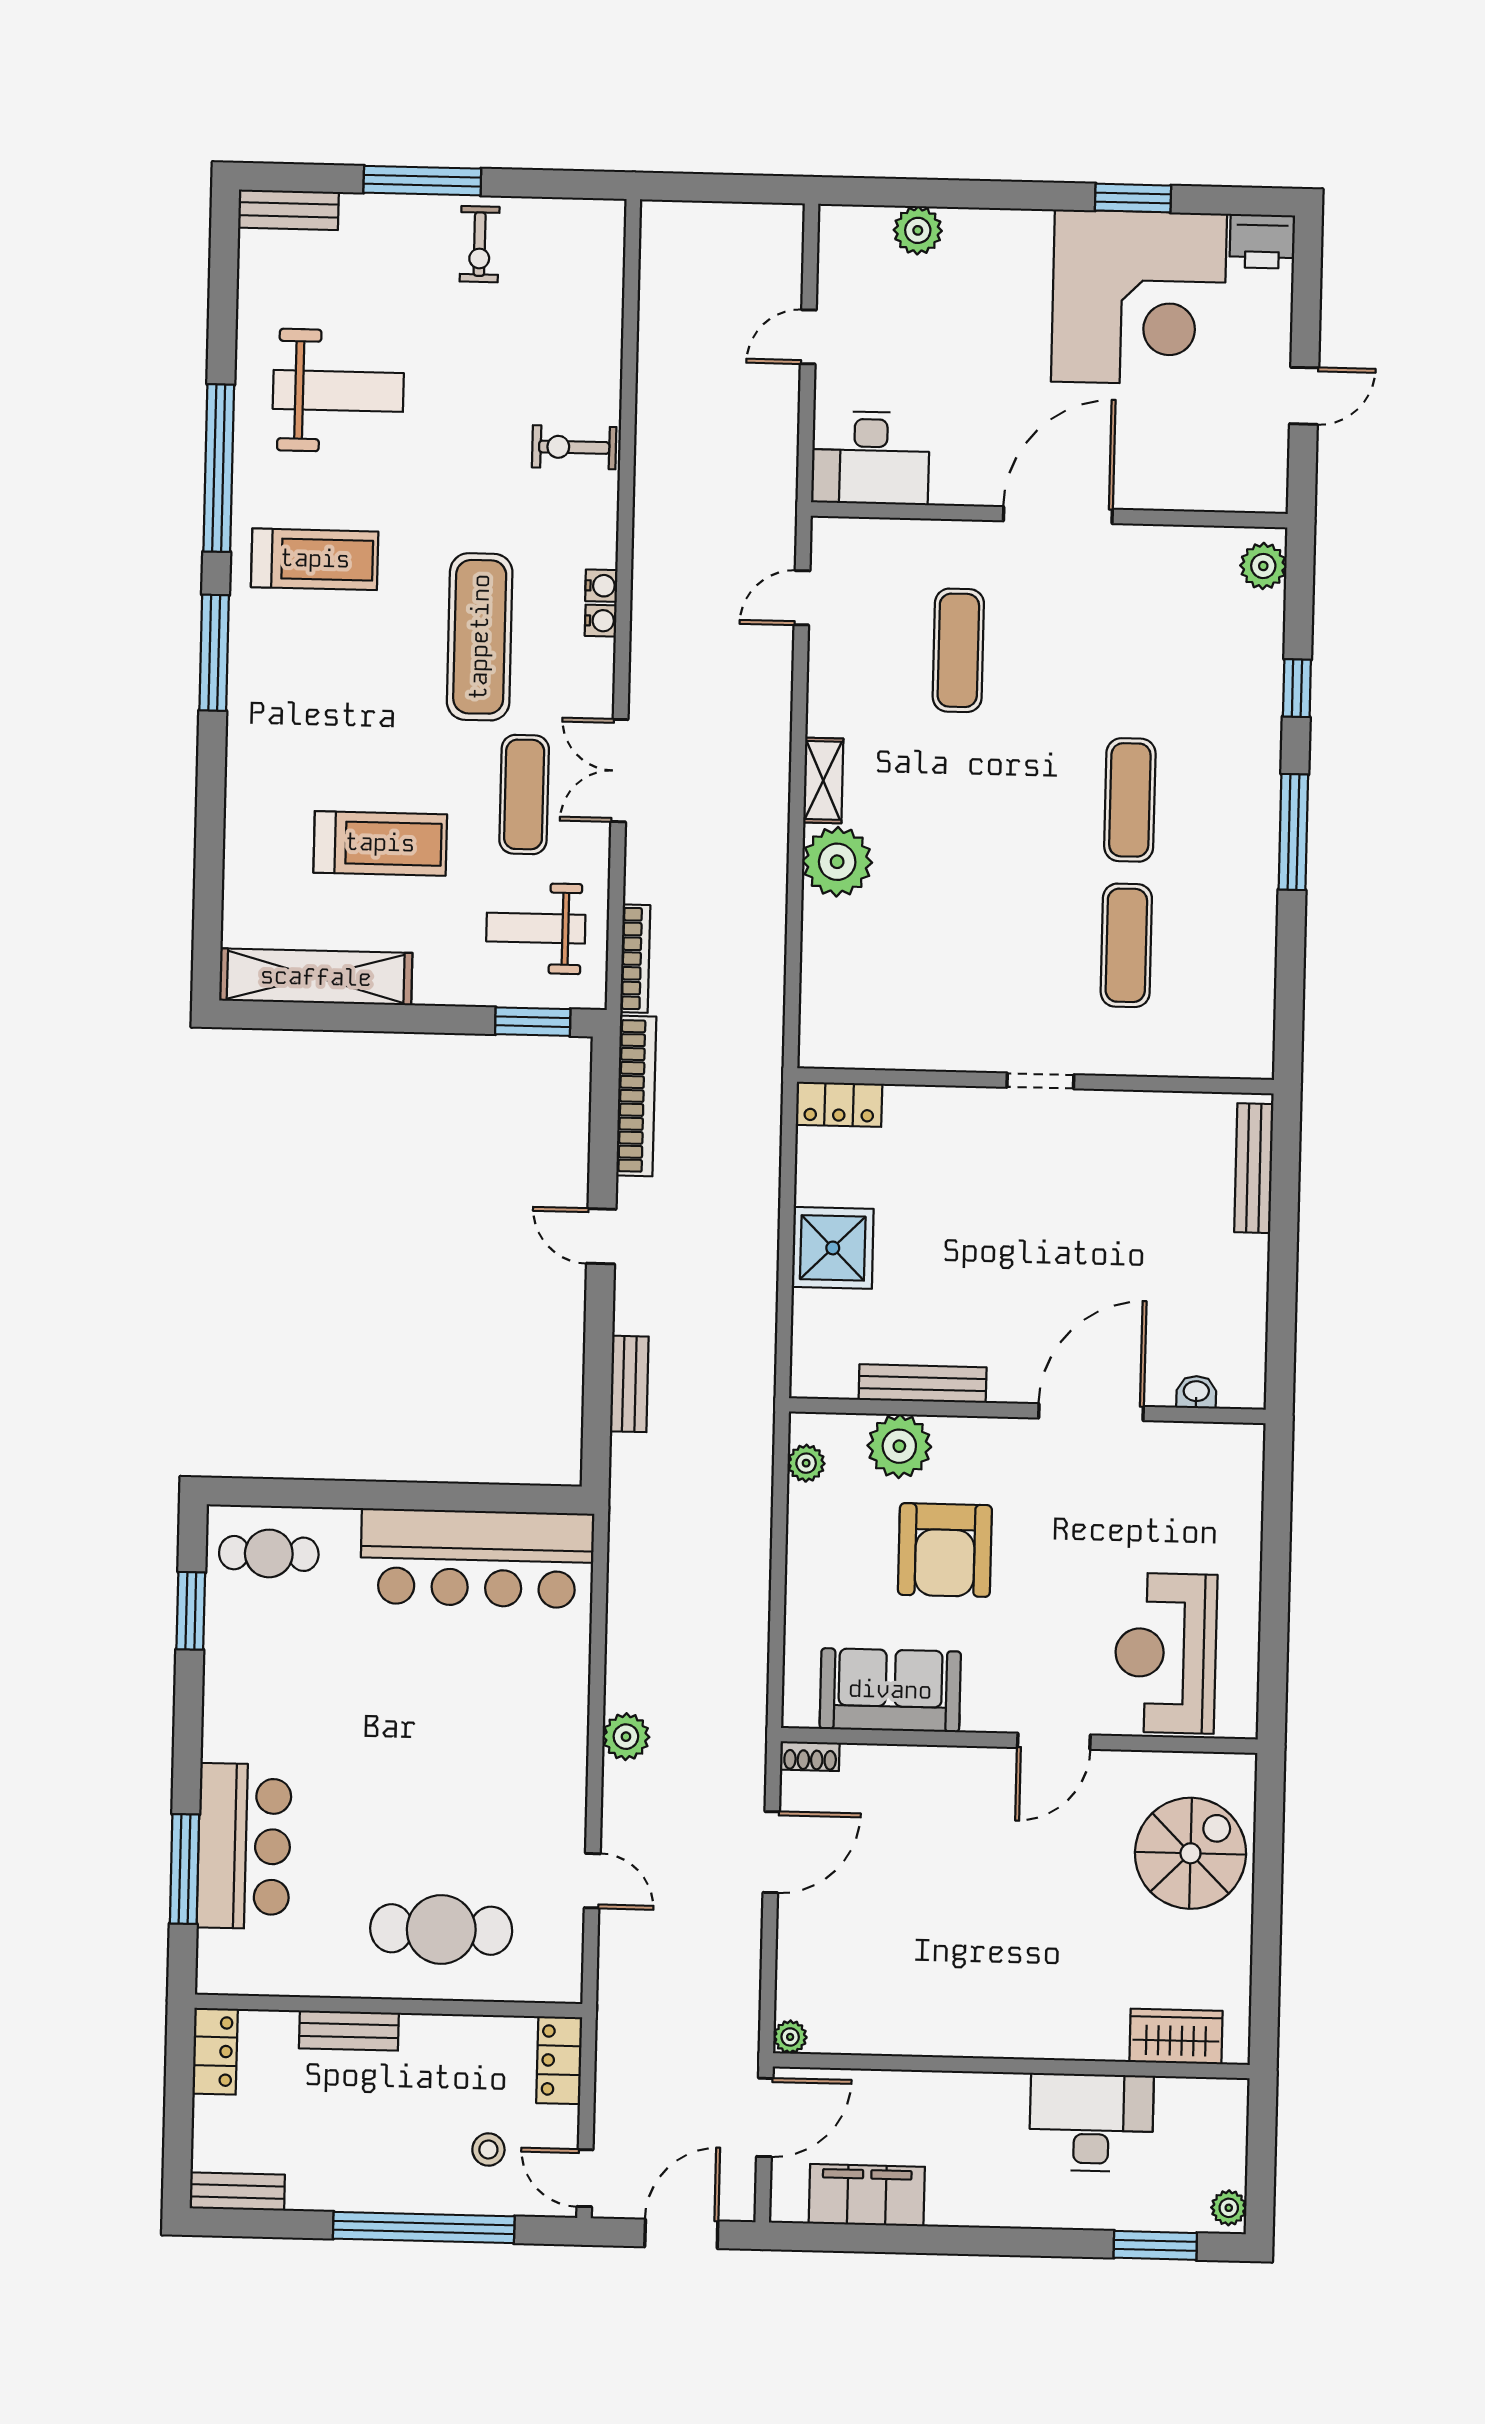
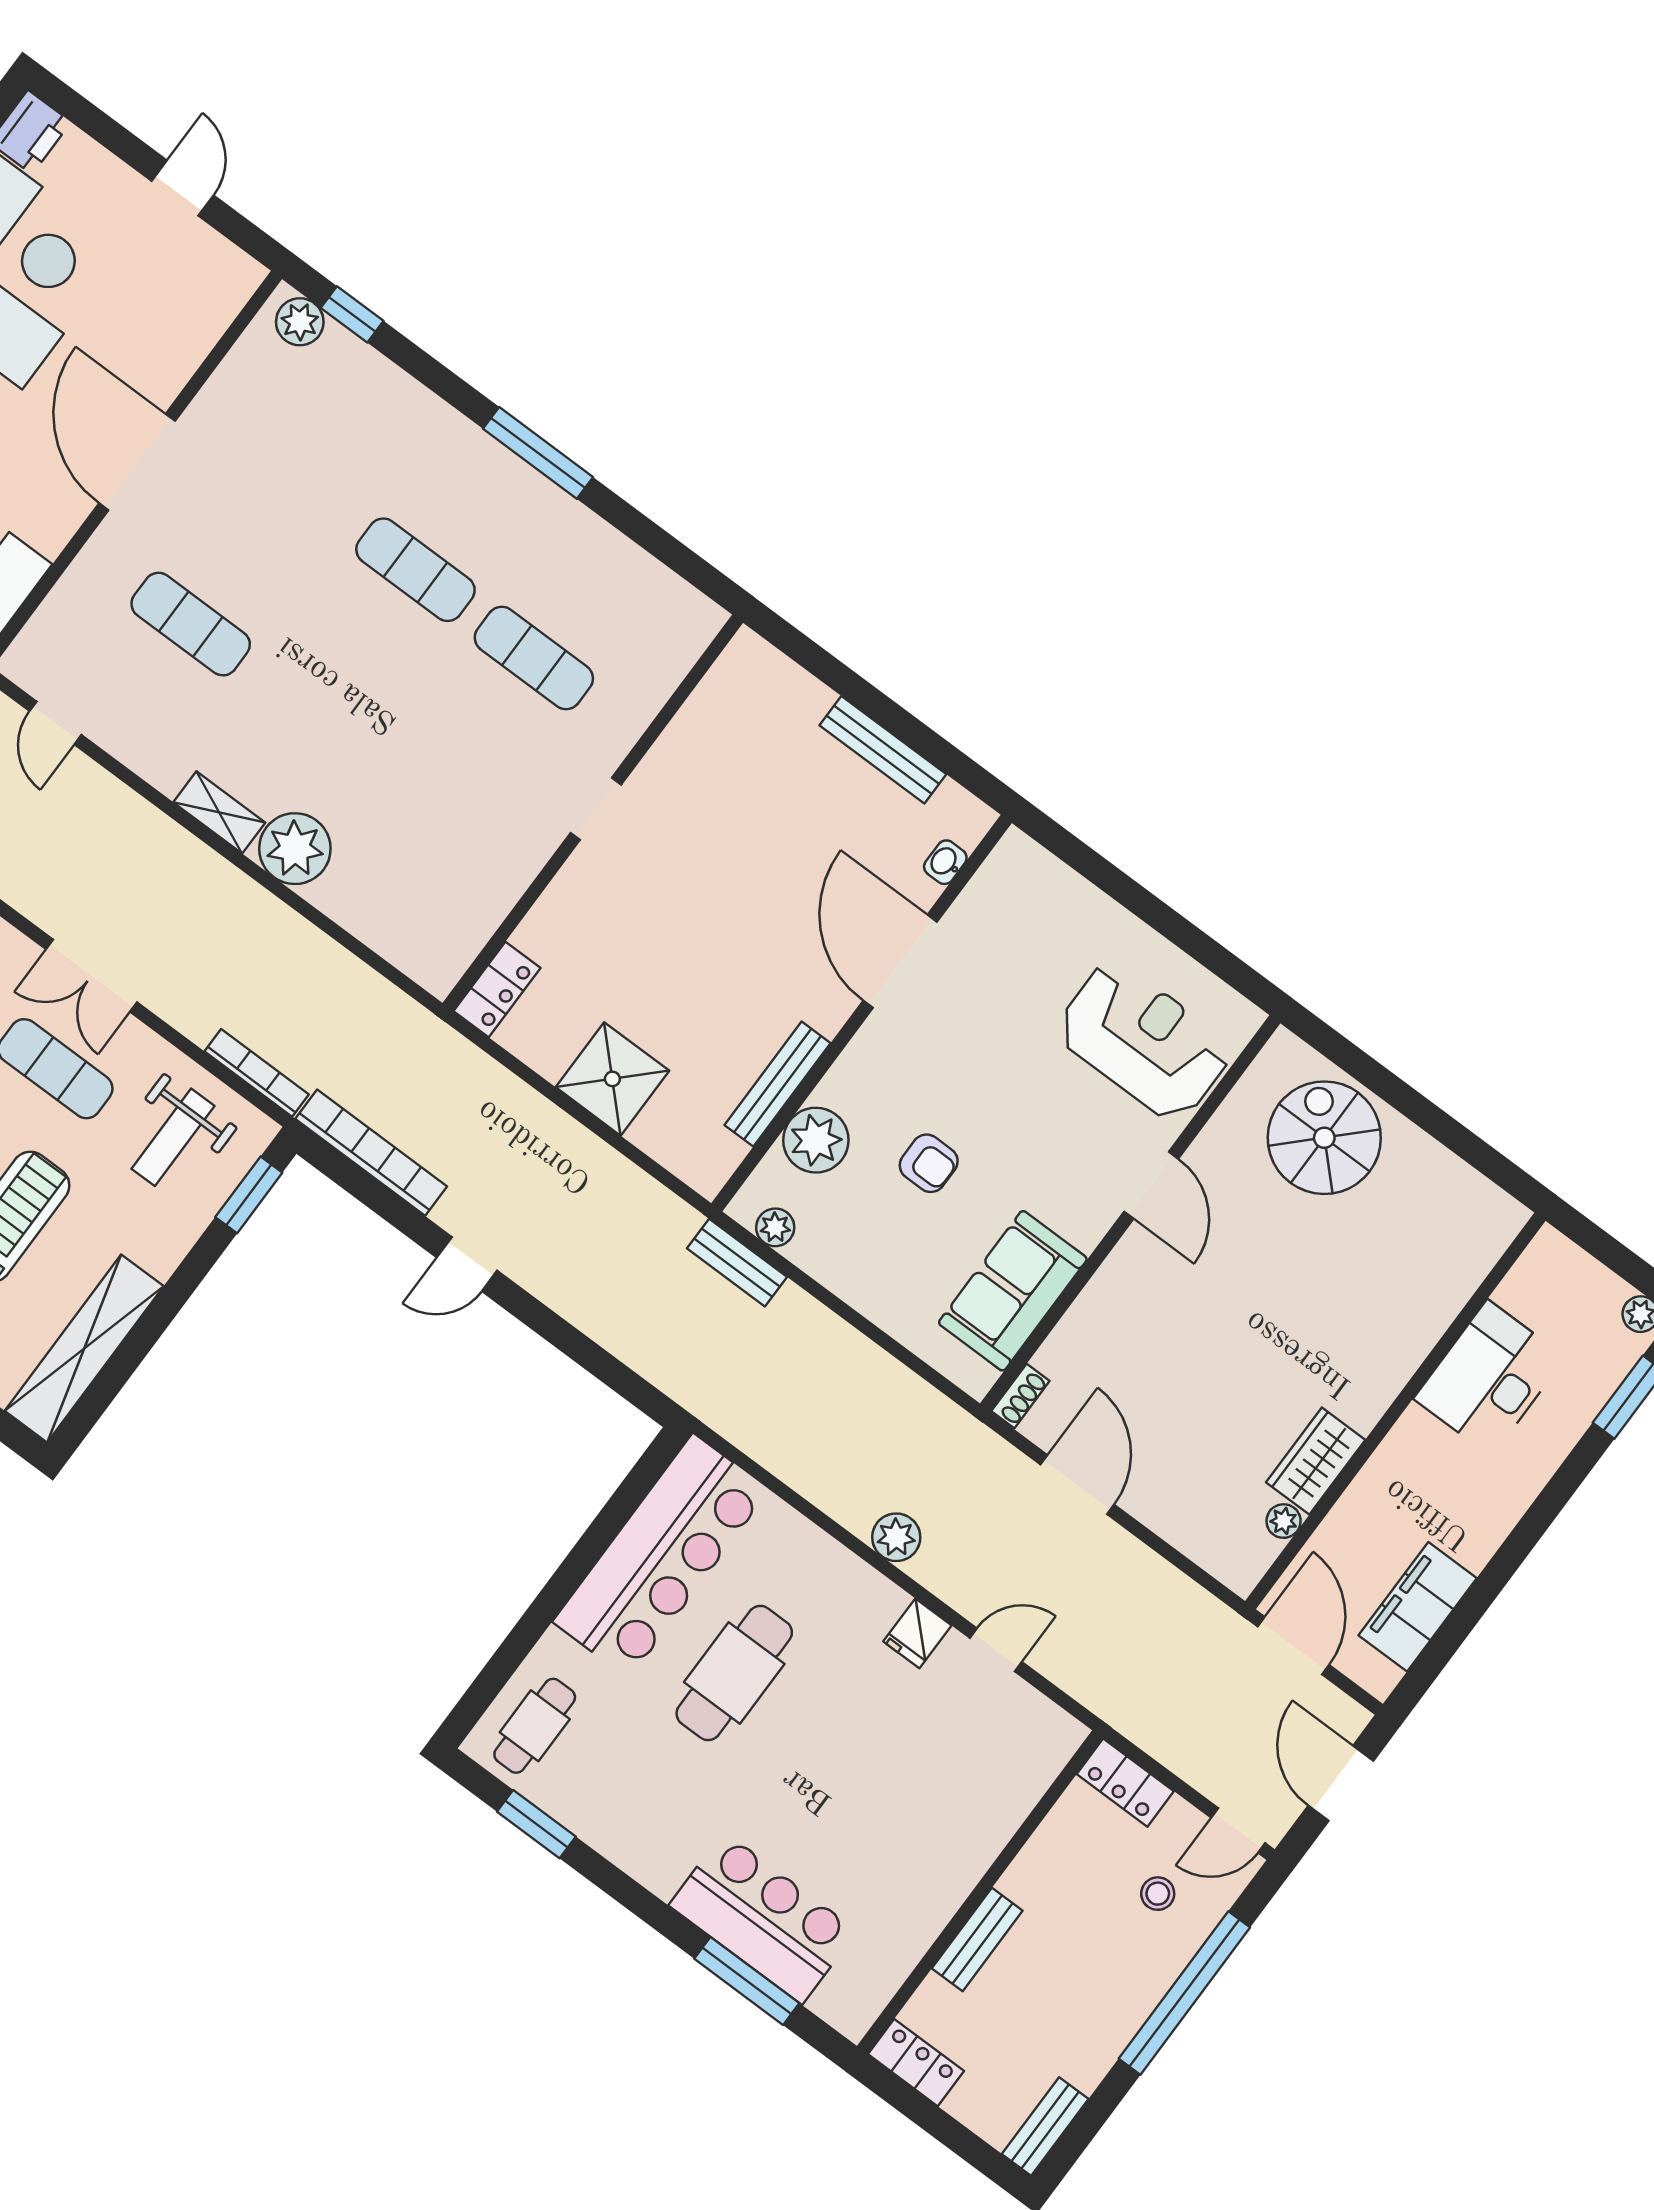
window: (1297, 688) -> (352, 314), moved
bench: (1254, 1168) -> (883, 750), moved
bench: (629, 1384) -> (737, 1263), moved
armchair: (945, 1550) -> (929, 1163), width x0.53, depth x0.53
reception desk: (1166, 1653) -> (1144, 1041), turned 180
fridge: (561, 1808) -> (917, 1633), added
cafe table: (441, 1929) -> (734, 1673), moved
wardrobe: (1176, 2036) -> (1316, 1461), moved
plant: (790, 2037) -> (1284, 1521), moved

